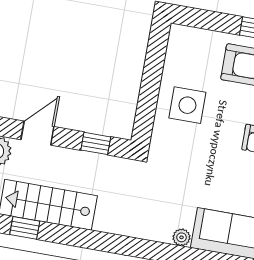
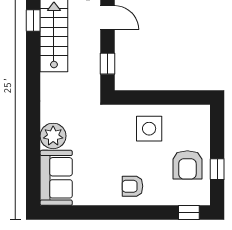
plant: (182, 237) -> (53, 136), width x1.88, depth x1.88

